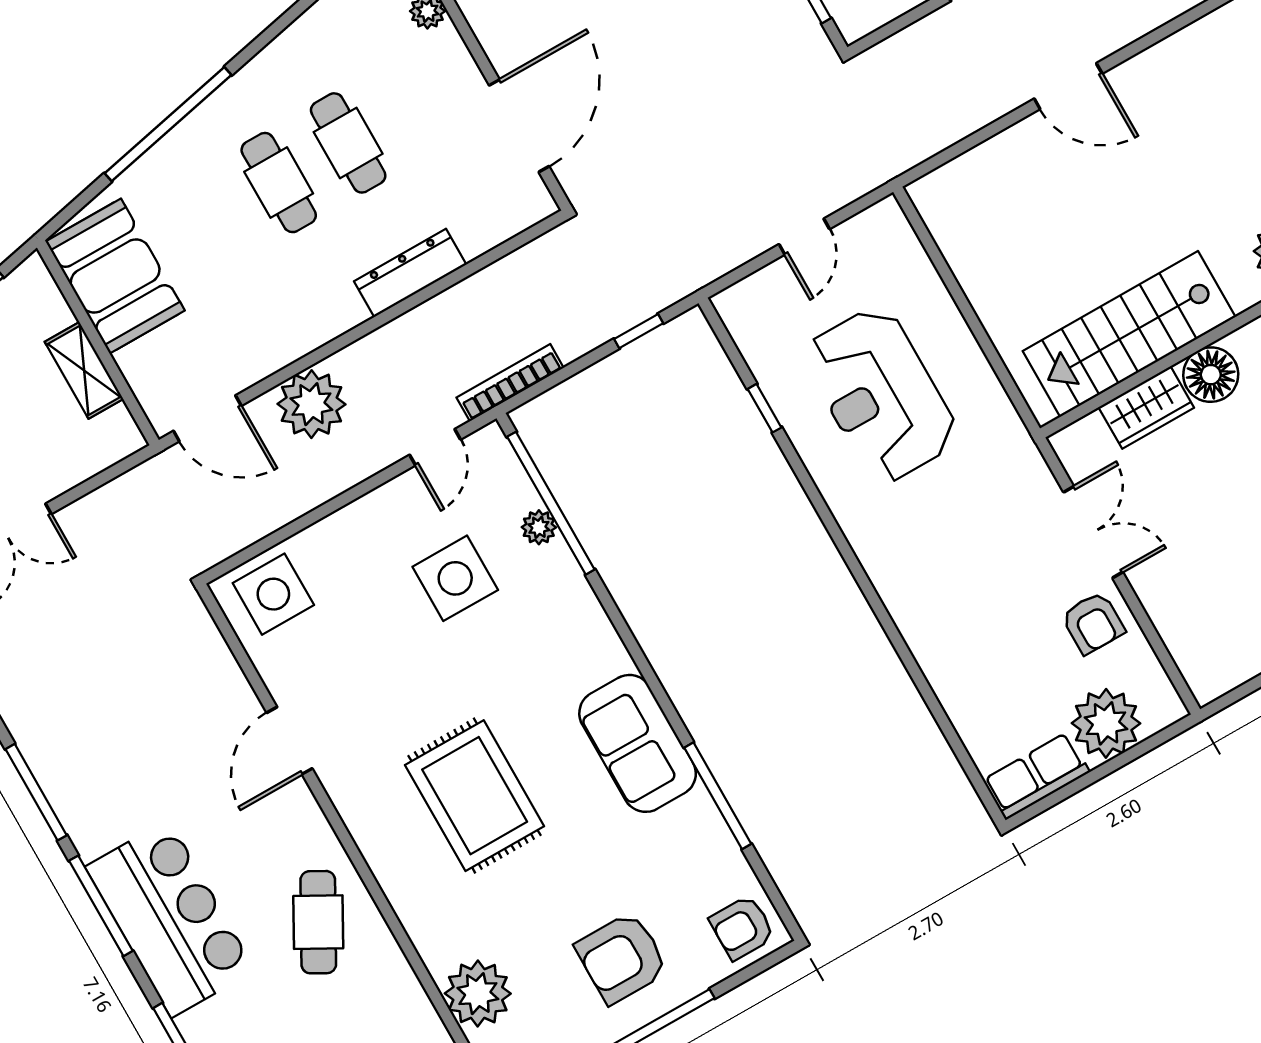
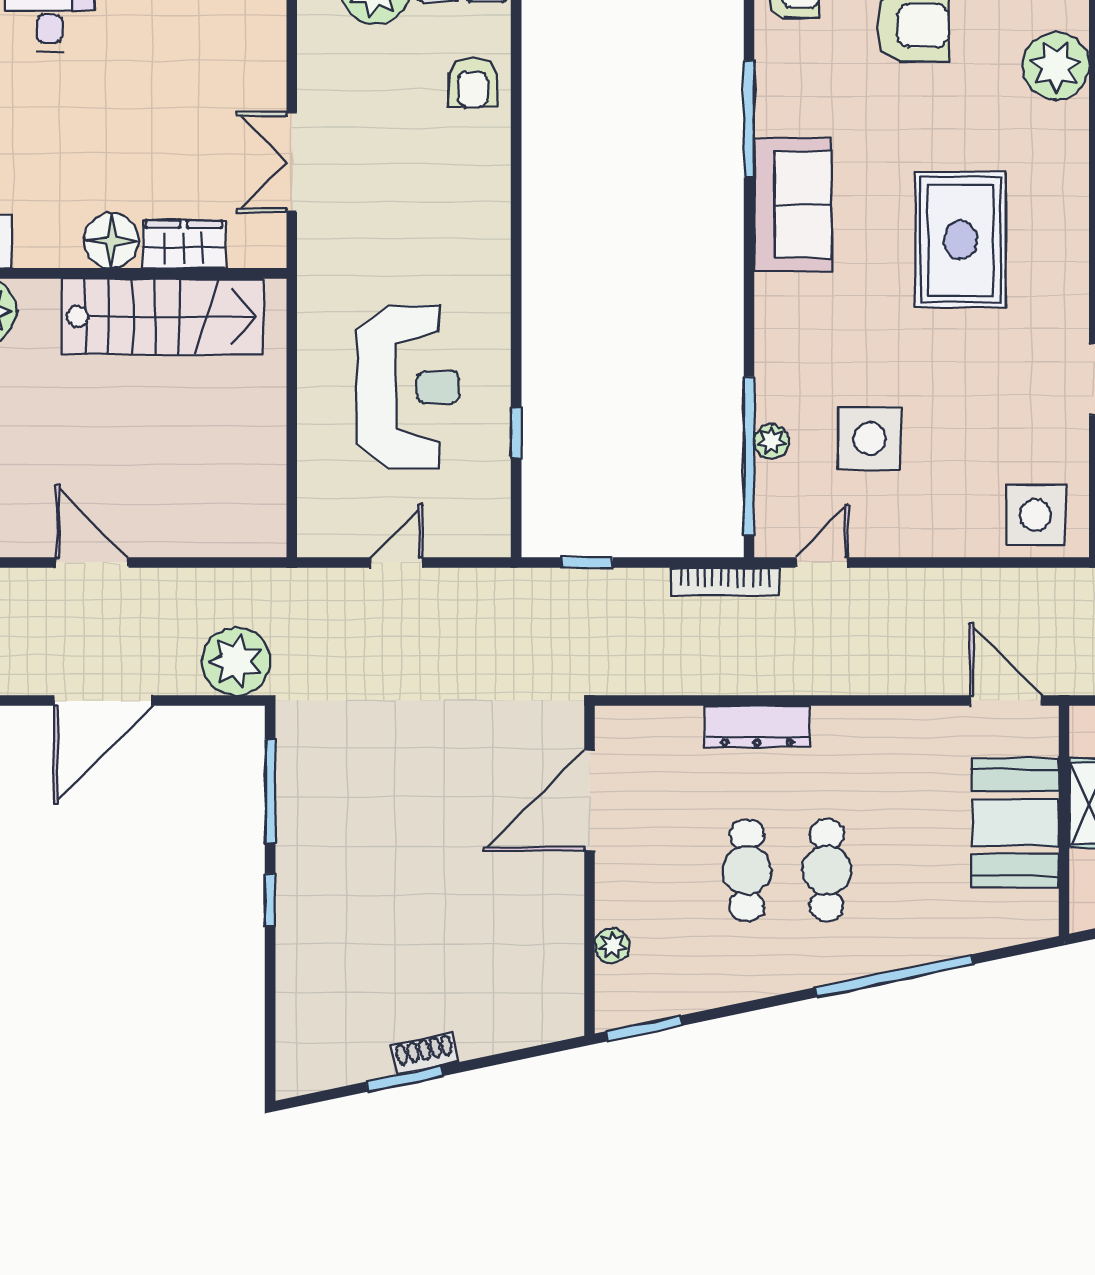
booth: (115, 276) -> (1015, 823), moved
plant: (311, 404) -> (236, 661), moved
armchair: (1093, 623) -> (473, 82), moved, turned 180

